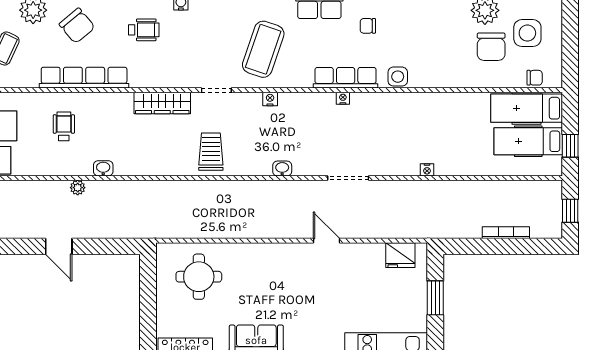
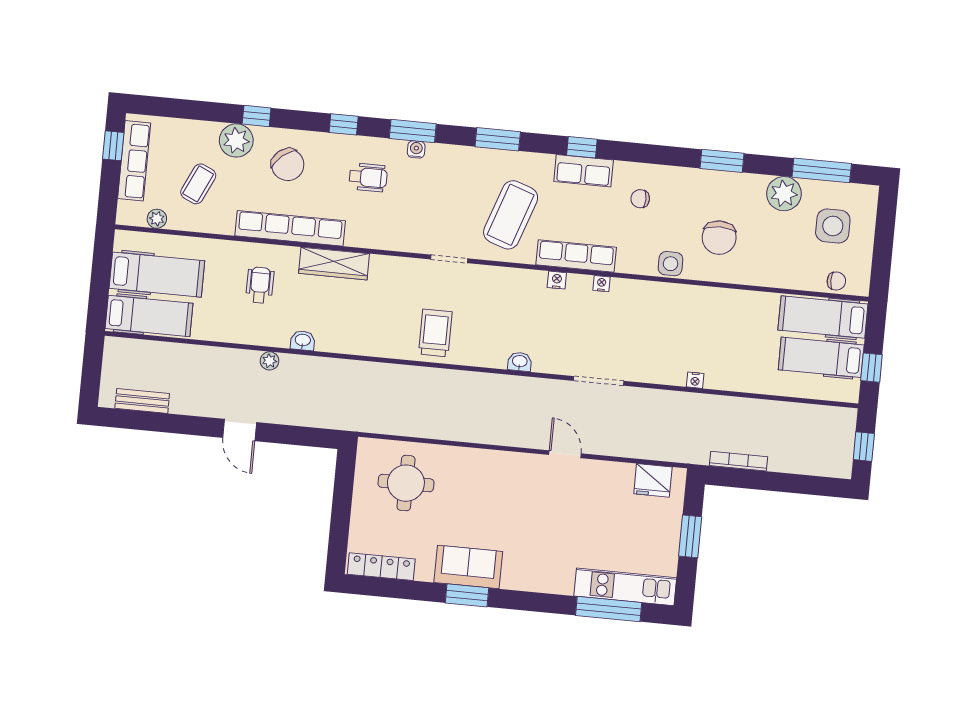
chair: (491, 47) -> (719, 238), moved
row of seats: (346, 78) -> (576, 256), moved
nightstand: (270, 99) -> (557, 280), moved
wardrobe: (162, 103) -> (334, 264), moved
bookcase: (506, 233) -> (739, 461), moved

